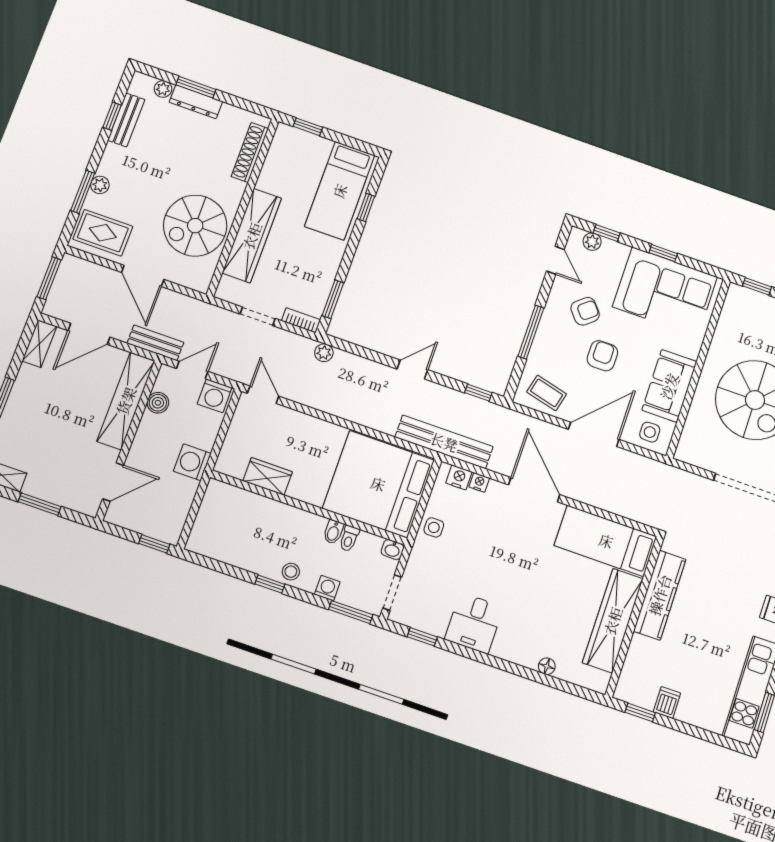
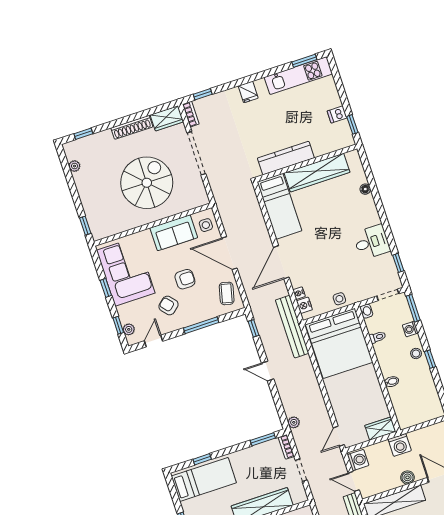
armchair: (602, 356) -> (185, 279), turned 180
boiler: (158, 403) -> (407, 477), moved
wardrobe: (268, 476) -> (380, 429), moved, turned 90
bidet: (333, 532) -> (392, 382), moved

